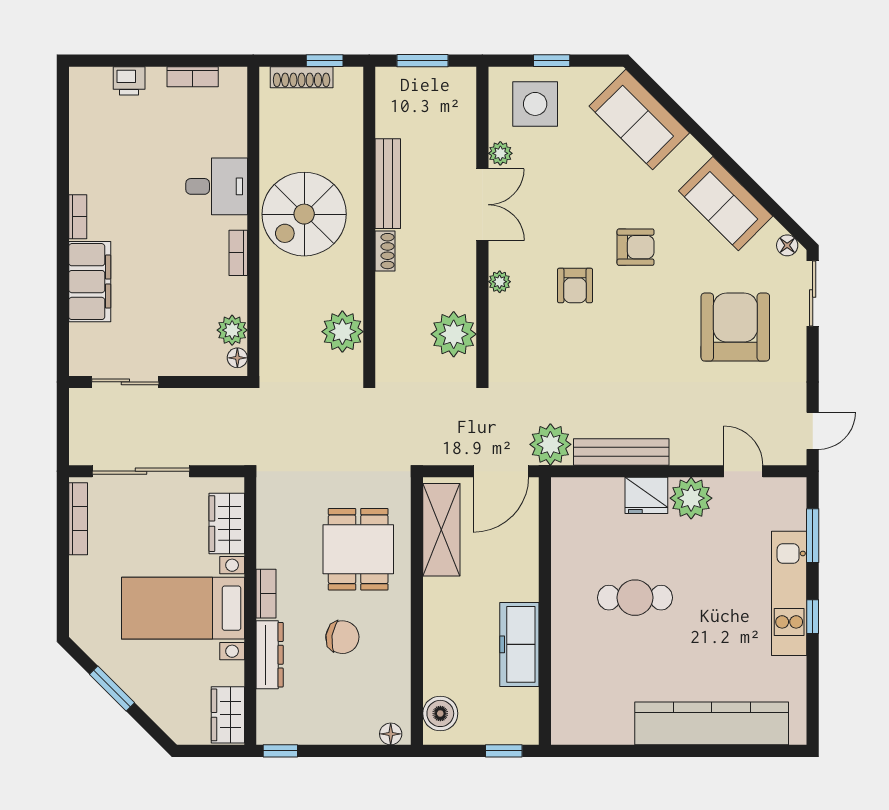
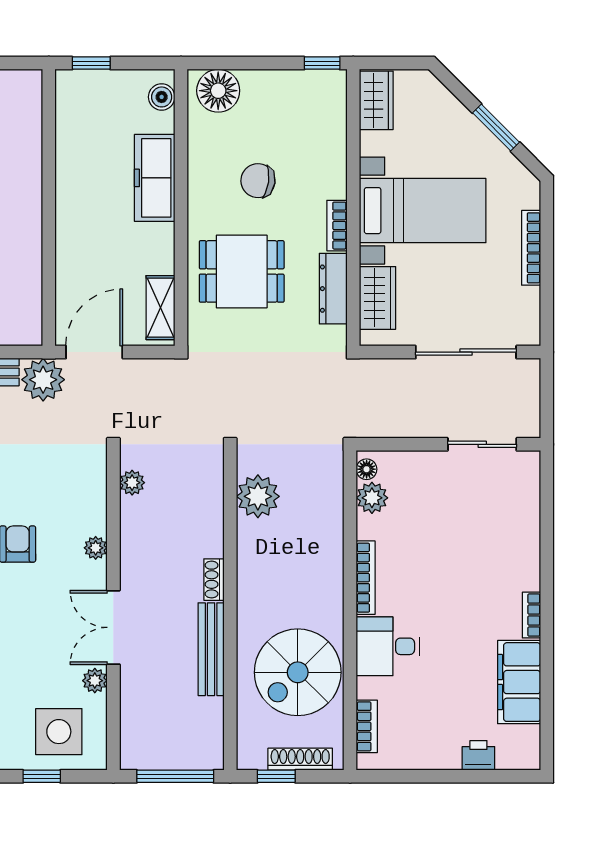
window: (423, 61) -> (175, 776), width x1.44
bookcase: (193, 77) -> (367, 726), moved, turned 90
spiral stairs: (304, 214) -> (298, 672), moved, turned 180
bookcase: (238, 253) -> (366, 578), width x1.56
filing cabinet: (90, 282) -> (519, 682), moved
plant: (454, 334) -> (132, 483), width x0.53, depth x0.53
bookcase: (78, 519) -> (531, 248), moved
shelving: (441, 530) -> (160, 308), width x0.67, depth x0.75
dining table: (358, 549) -> (242, 271), turned 90
freezer: (519, 644) -> (155, 178), moved, turned 180
dresser: (270, 655) -> (333, 289), moved
boiler: (440, 713) -> (162, 97), width x0.73, depth x0.73
floor lamp: (391, 734) -> (218, 91), width x1.89, depth x1.89

